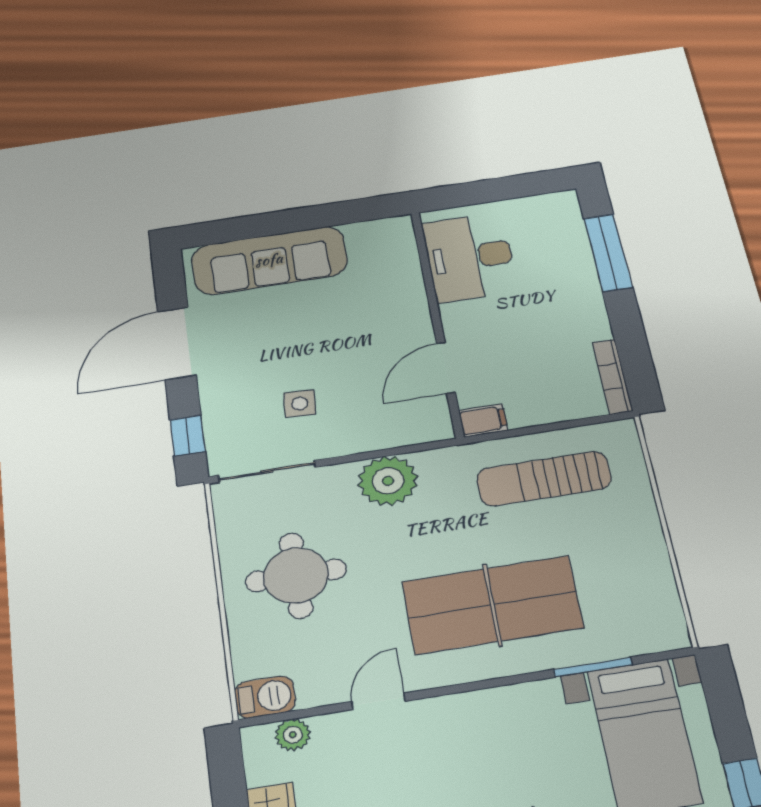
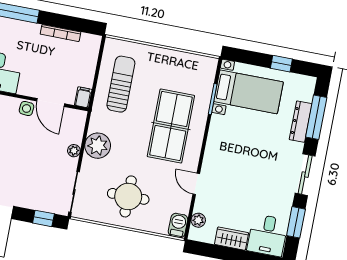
bookcase: (612, 376) -> (60, 33), moved
side table: (300, 404) -> (27, 108), moved
plant: (359, 442) -> (74, 151), added
sun lounger: (544, 479) -> (121, 84), turned 180

